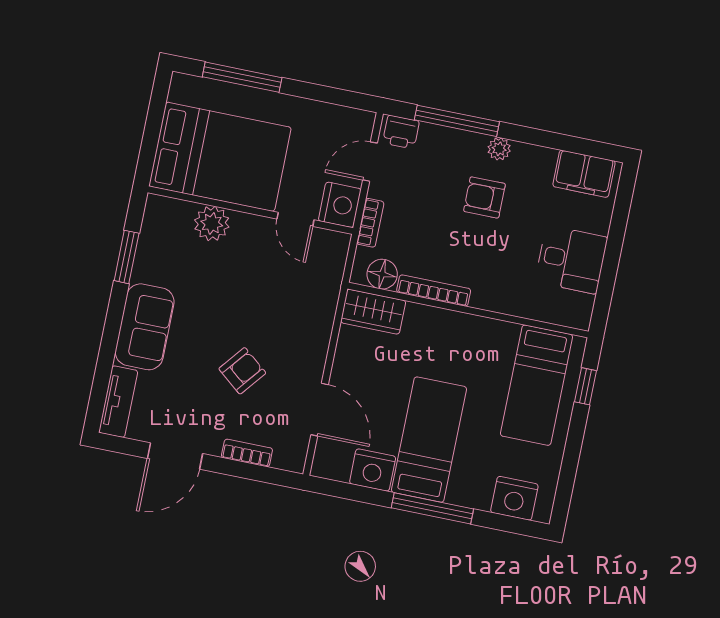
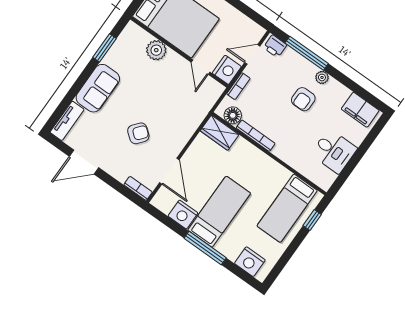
armchair: (484, 197) -> (303, 99), turned -90
bookcase: (247, 453) -> (138, 188), moved

